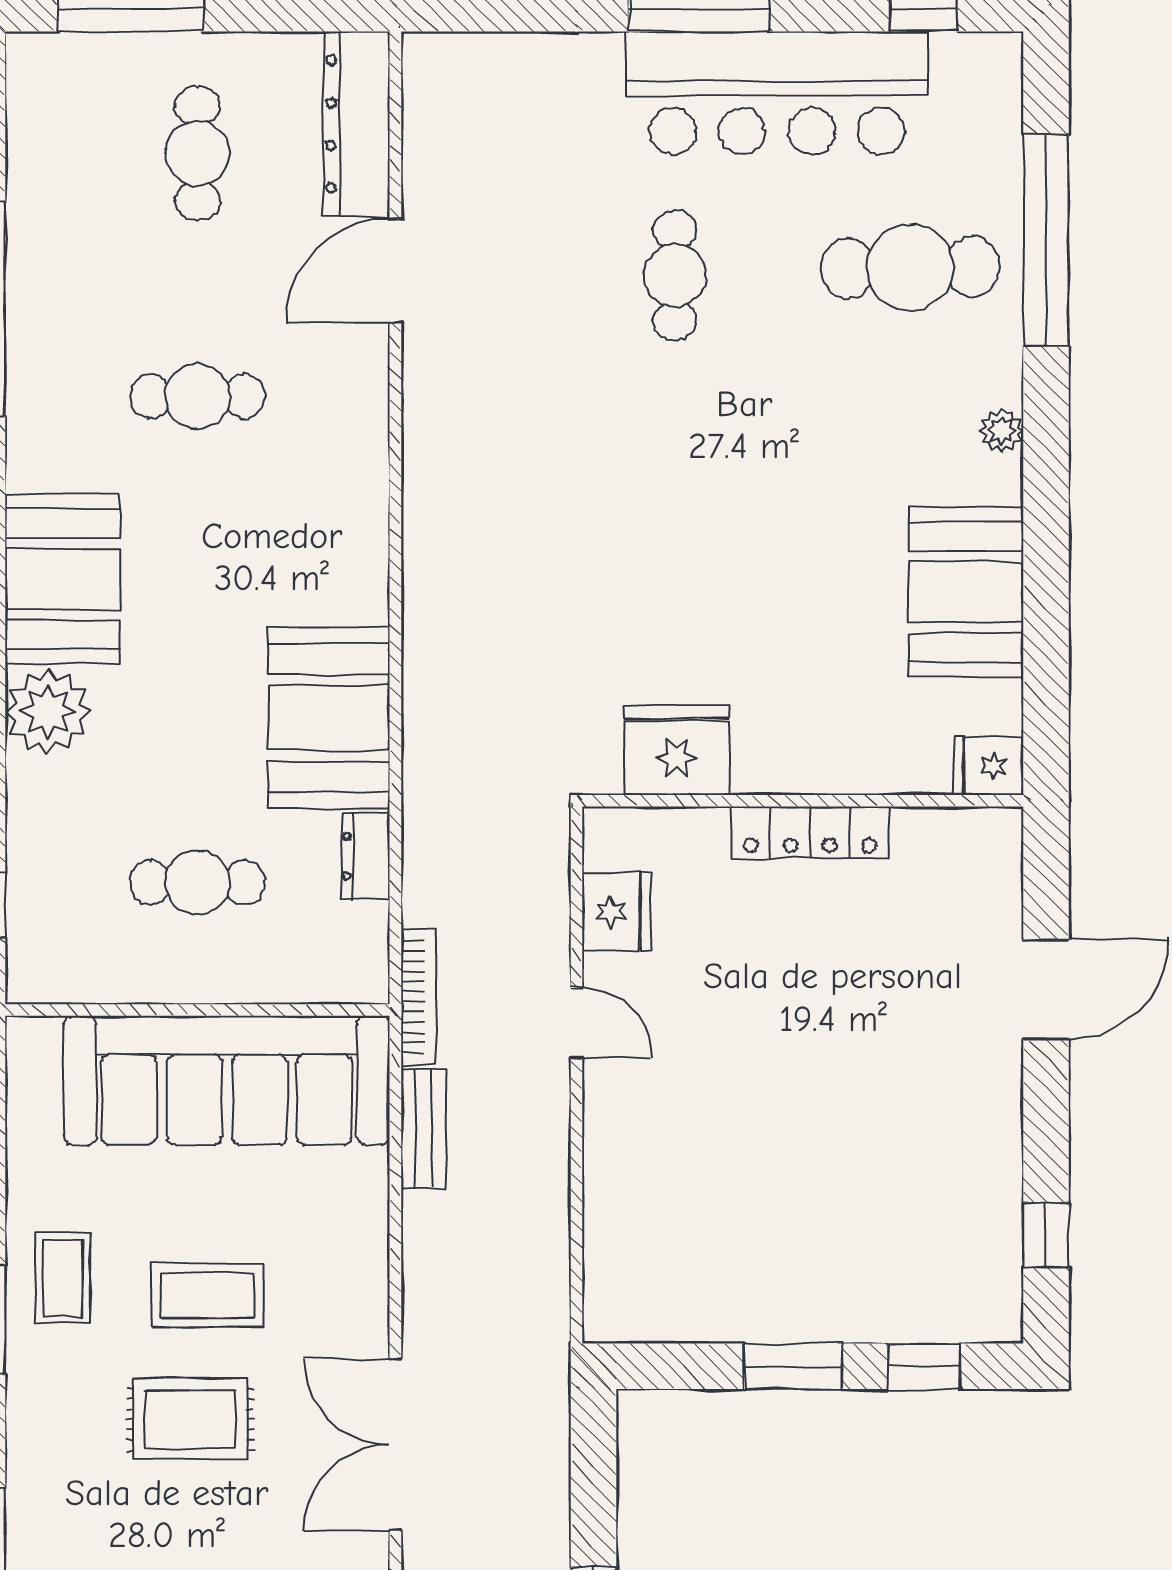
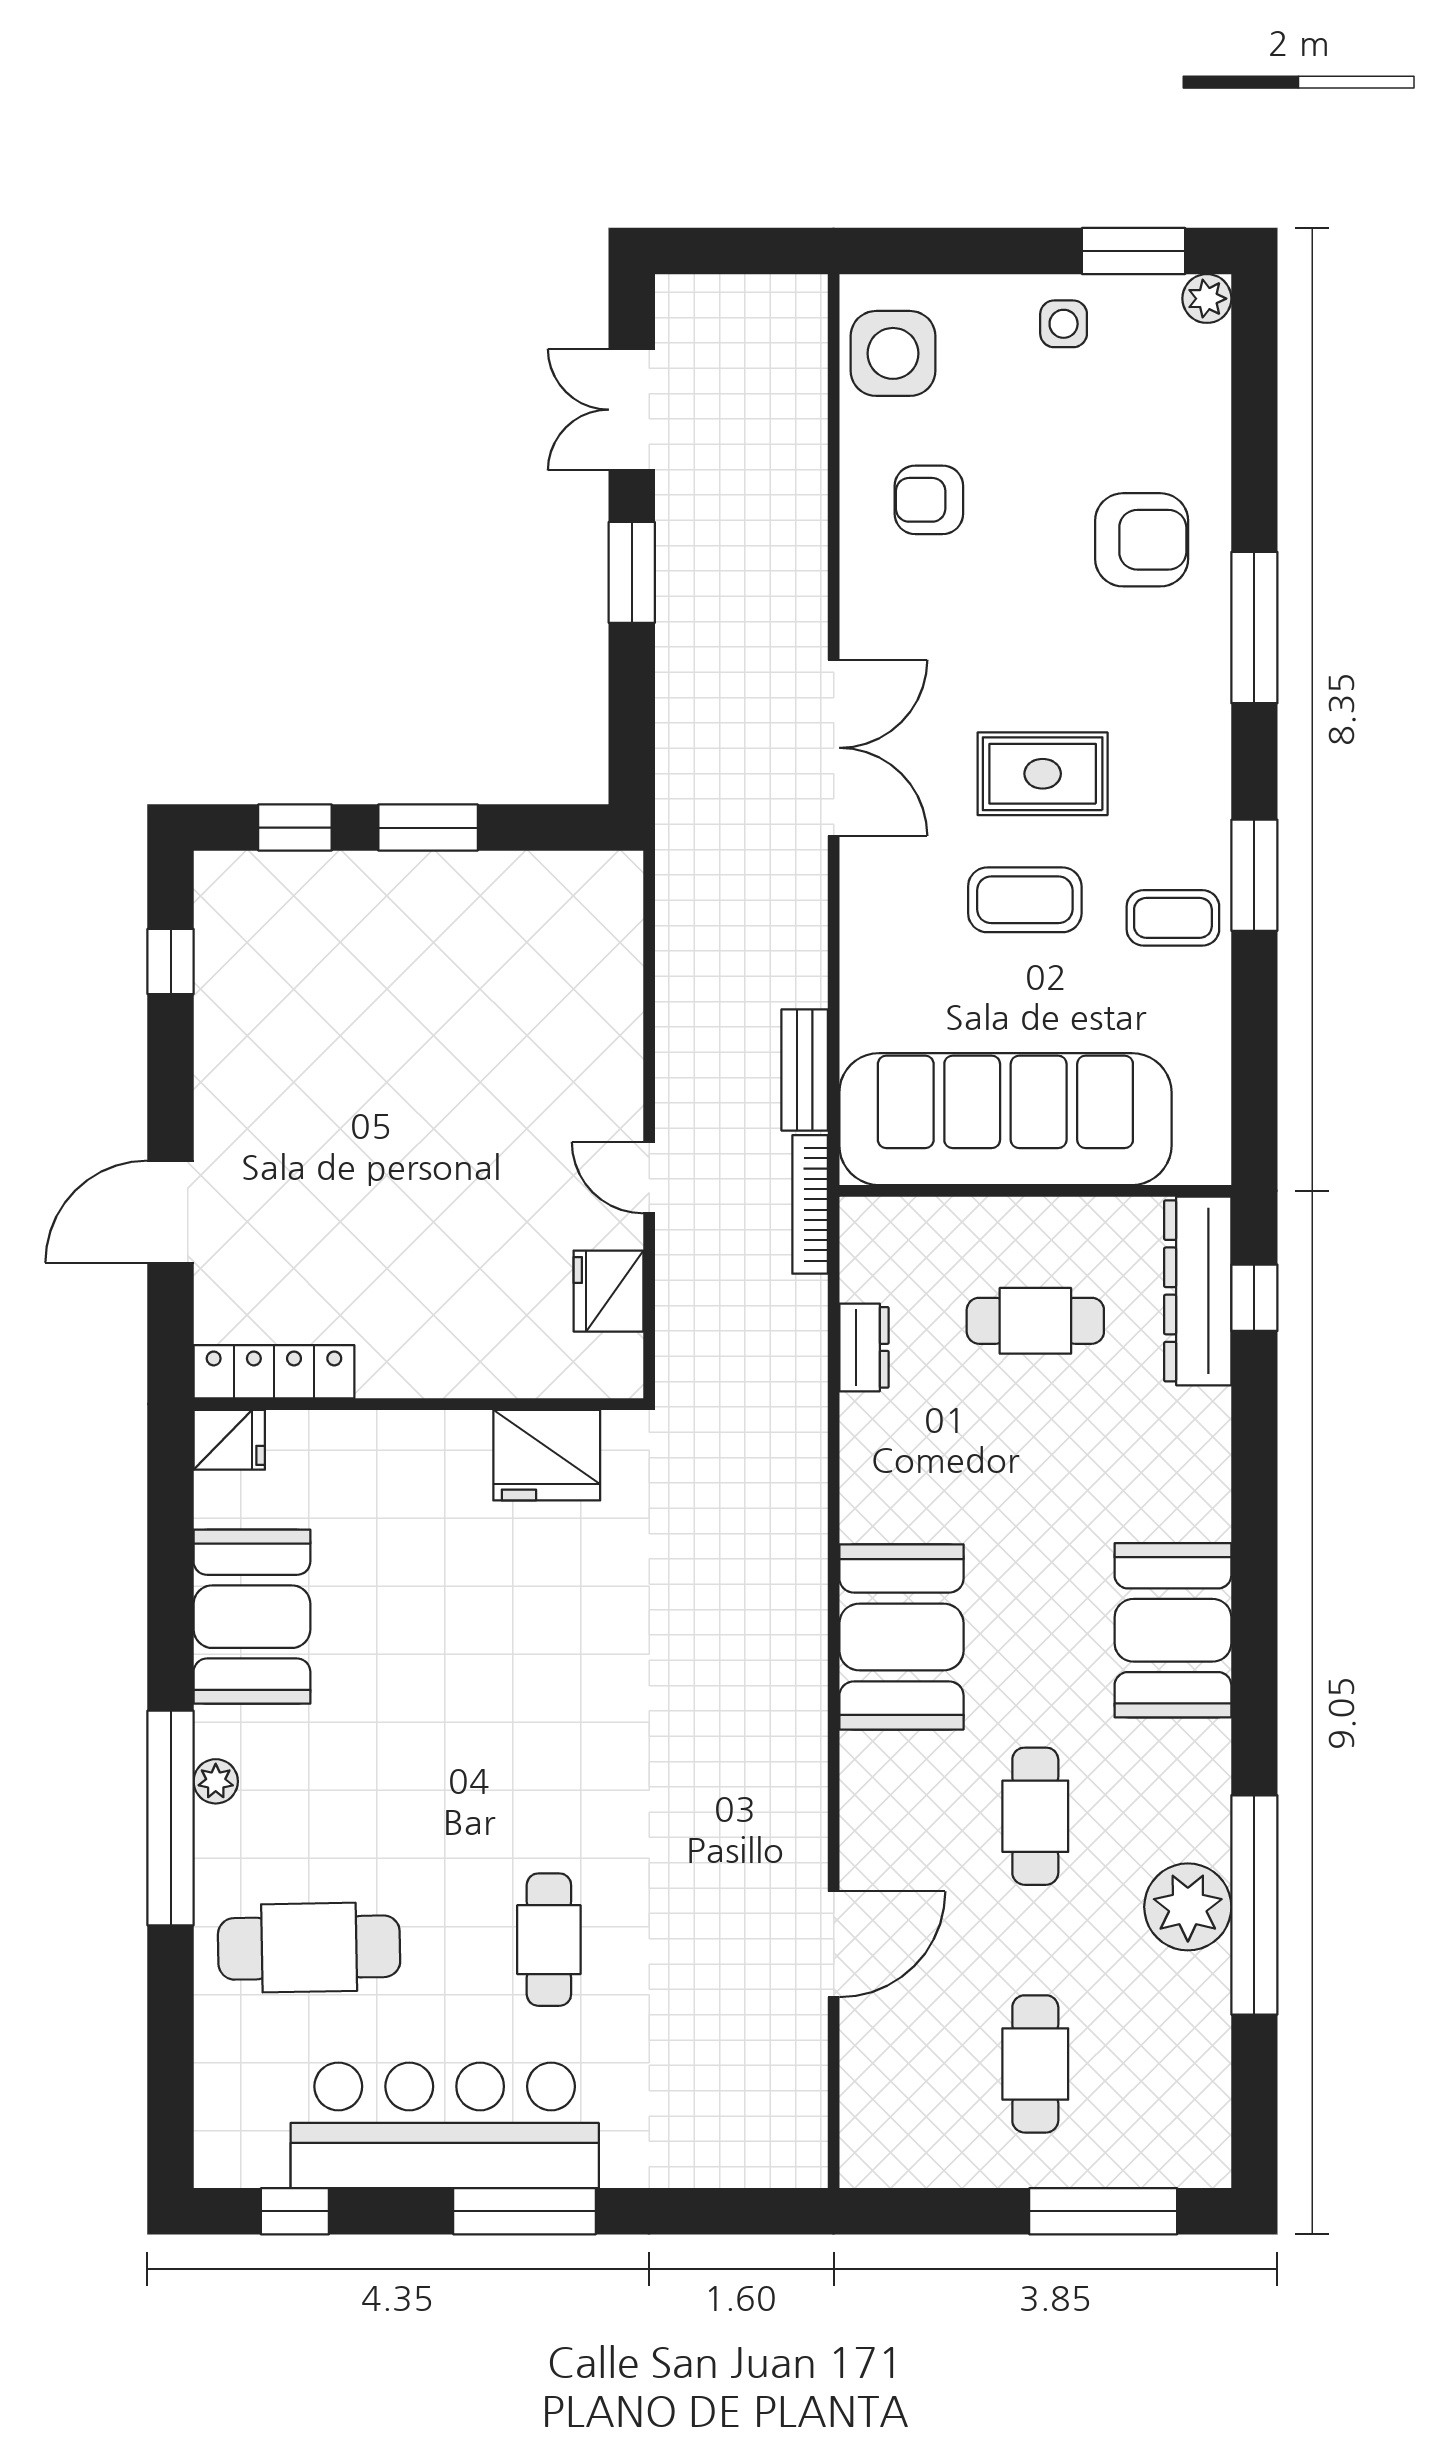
dresser: (357, 124) -> (1198, 1291), moved, turned 180
window: (1046, 240) -> (171, 1818), moved
cafe table: (197, 396) -> (1035, 1816), turned 90
plant: (48, 711) -> (1188, 1907), moved
booth: (329, 718) -> (901, 1637), moved
locker: (810, 832) -> (274, 1372), moved
coffee table: (62, 1278) -> (1173, 918), turned 90

